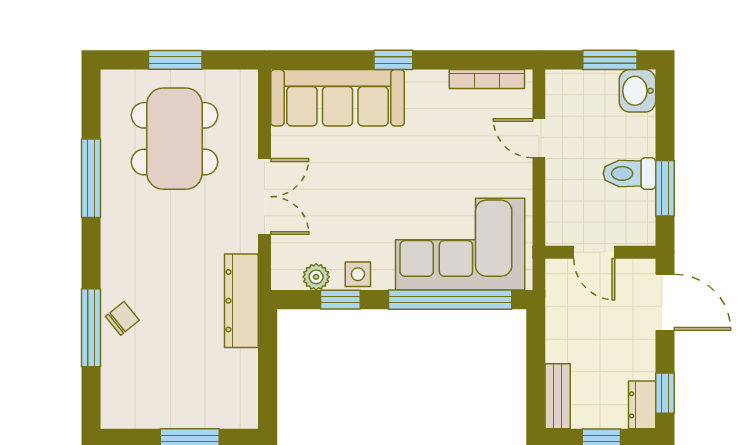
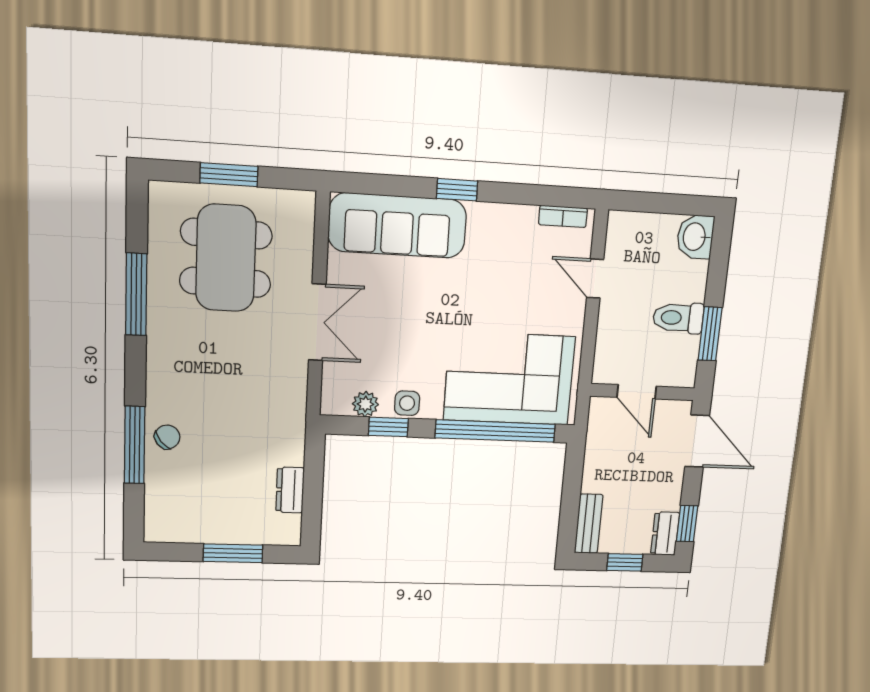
window: (610, 60) -> (672, 204), removed
bookcase: (487, 79) -> (563, 216), width x0.64
dresser: (241, 301) -> (290, 490), moved, width x0.51, depth x0.80

